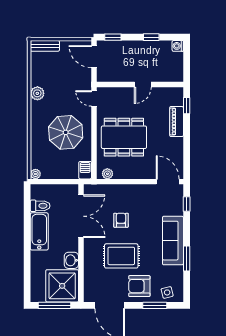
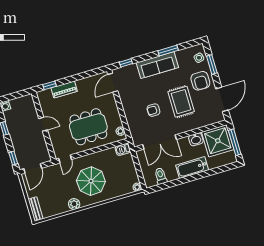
parasol: (66, 132) -> (91, 181), moved
dining table: (124, 137) -> (88, 127), turned 90
double door: (81, 216) -> (159, 142), swing flipped
bathtub: (39, 231) -> (192, 168), moved

